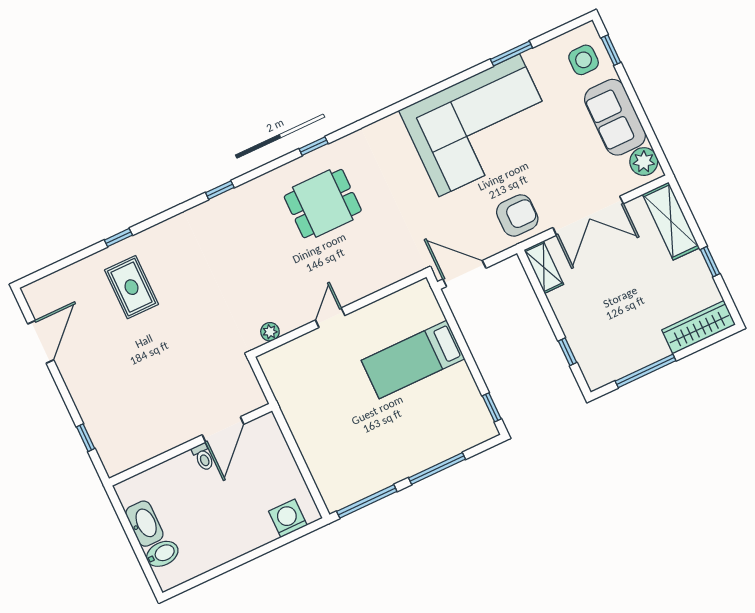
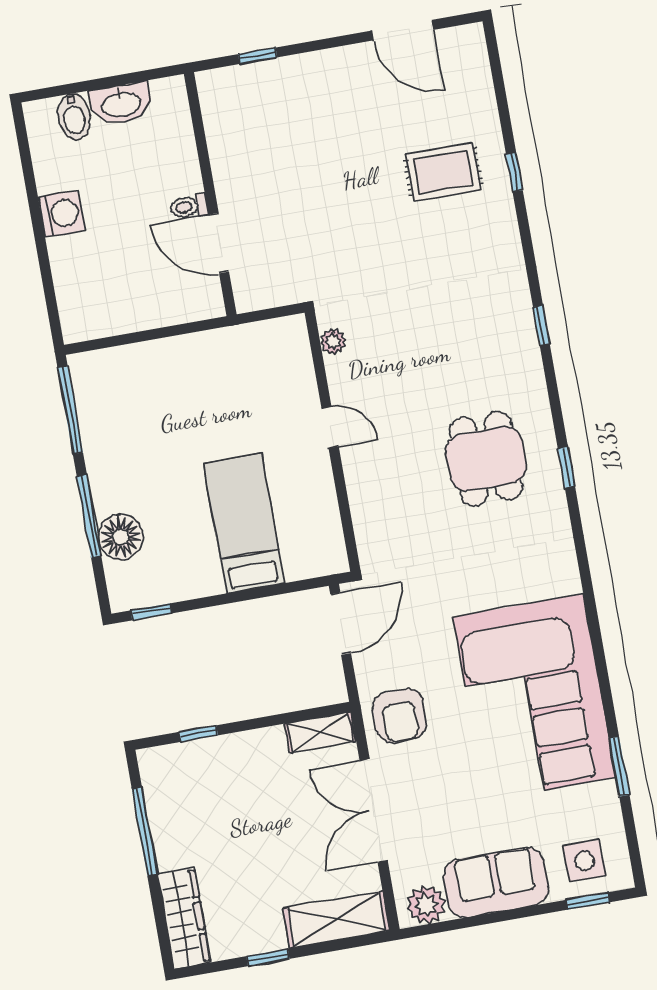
floor lamp: (446, 443) -> (121, 537), added
washing machine: (288, 518) -> (61, 214), moved

